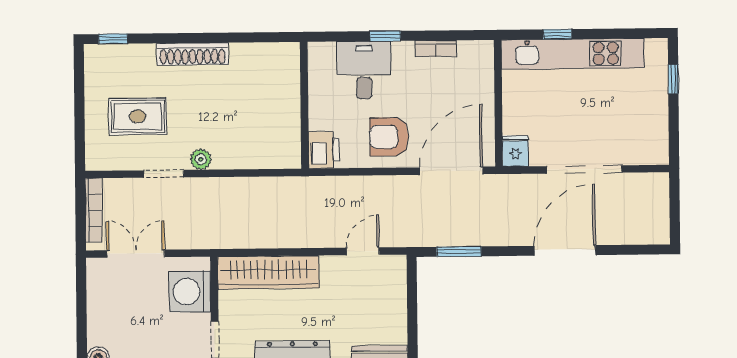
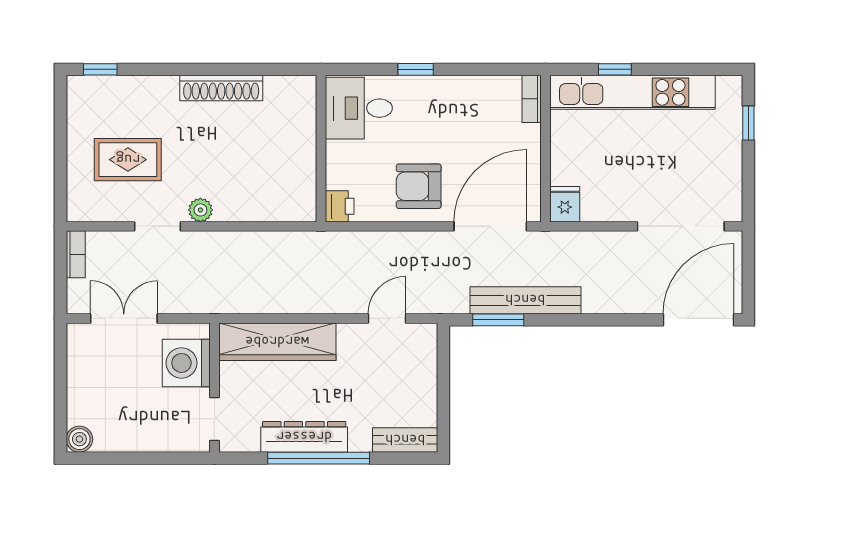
bookcase: (436, 49) -> (532, 99), moved, turned 90
shoe rack: (193, 54) -> (221, 88), moved
desk: (364, 70) -> (359, 108), moved, turned -90
printer: (324, 150) -> (340, 206), width x0.73, depth x0.81
doorway: (584, 169) -> (681, 226), moved
bookcase: (94, 210) -> (76, 254), width x0.64
bench: (482, 234) -> (525, 300), added
door: (565, 250) -> (698, 320), moved

